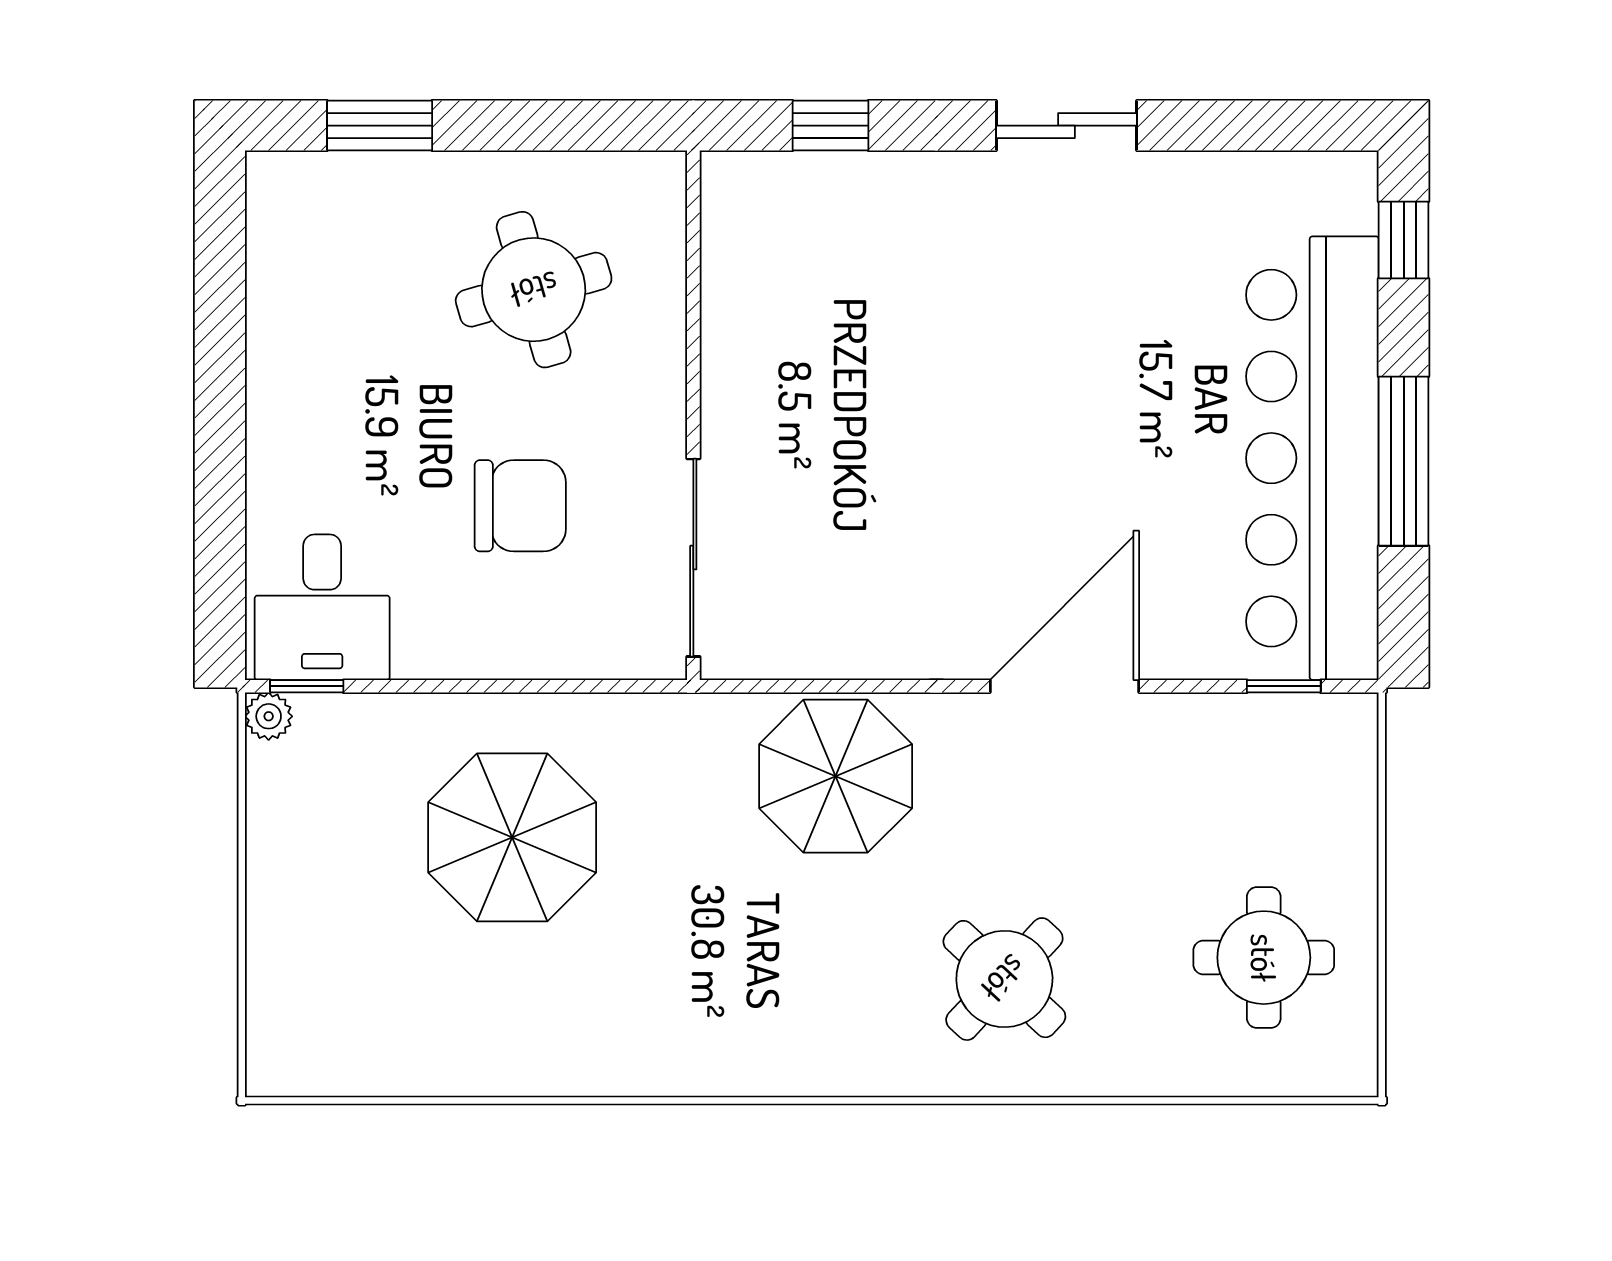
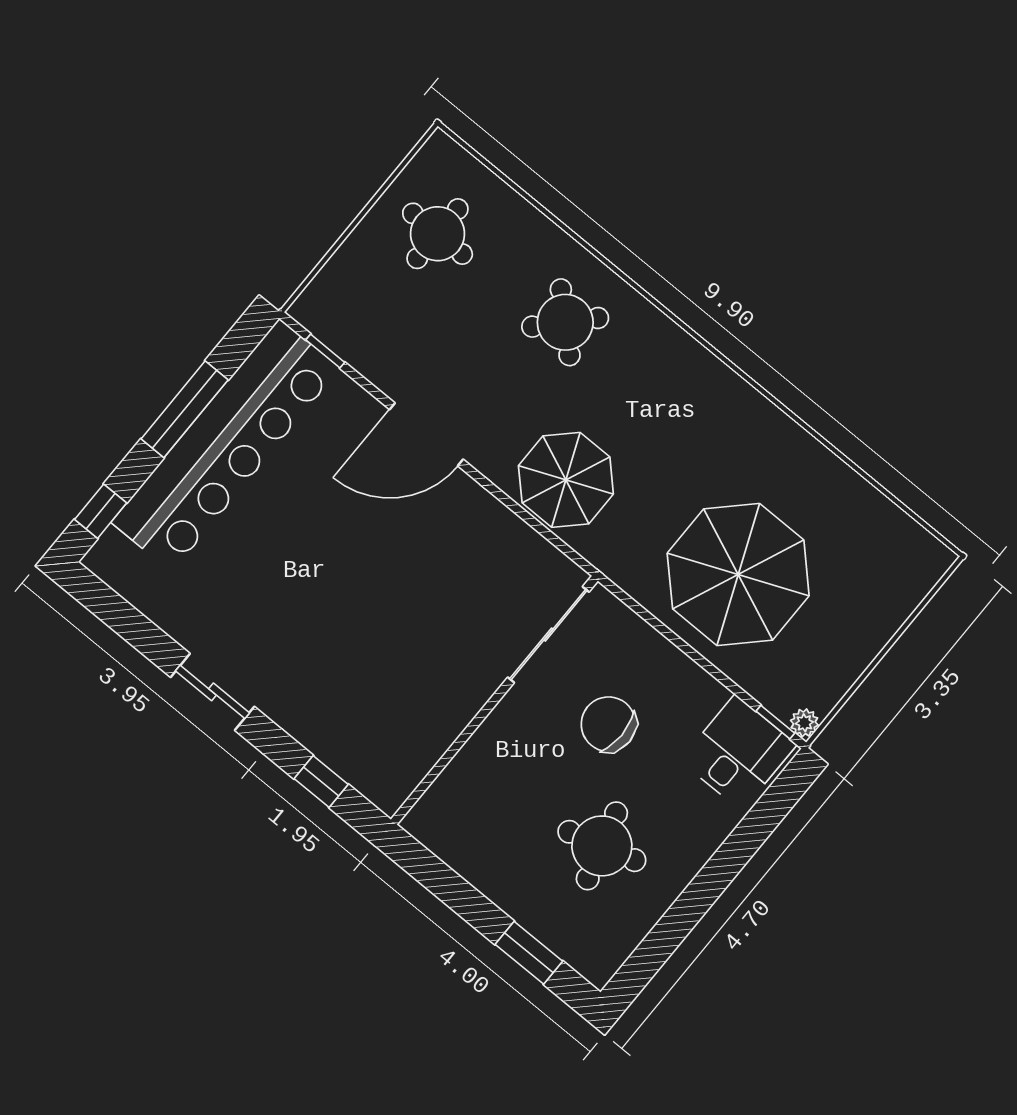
round table: (534, 290) -> (602, 846), moved
parasol: (512, 837) -> (738, 574), width x1.36, depth x1.36

